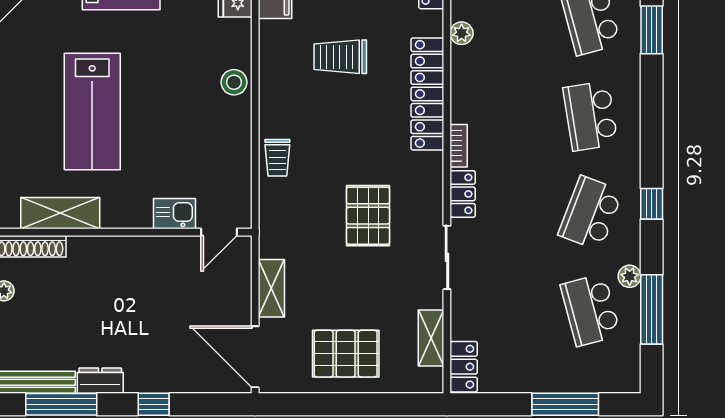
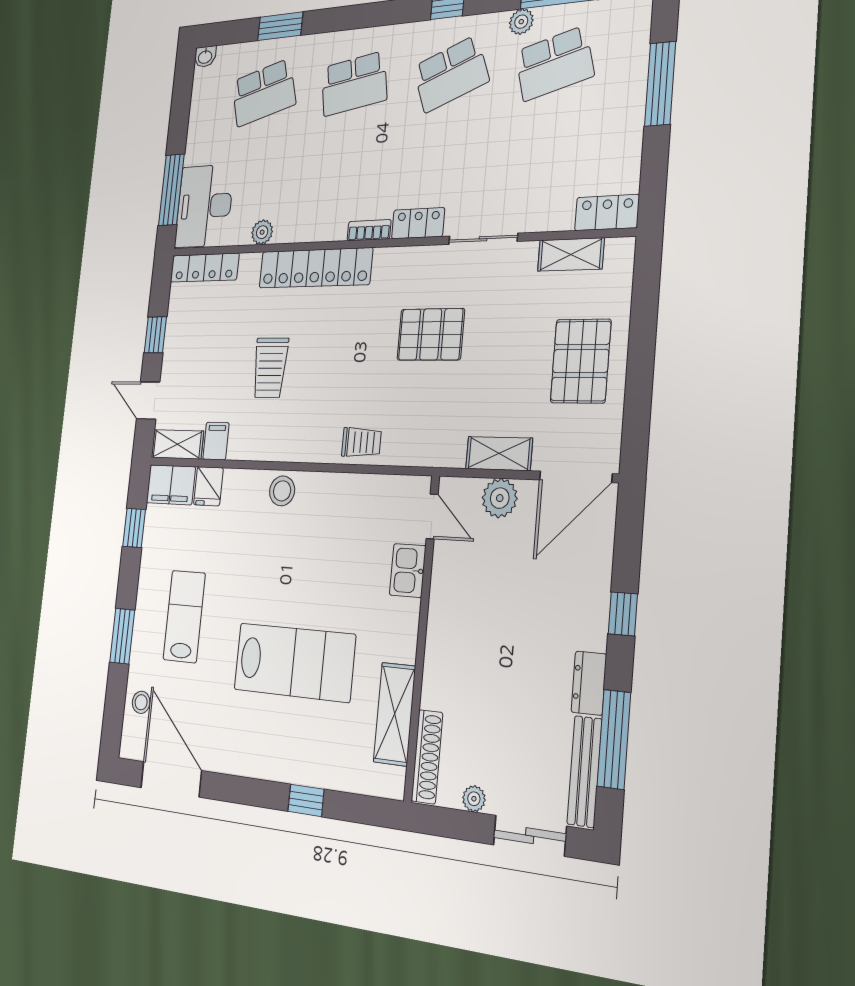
school desk: (590, 213) -> (451, 74), turned -42
plant: (236, 292) -> (500, 498), added

